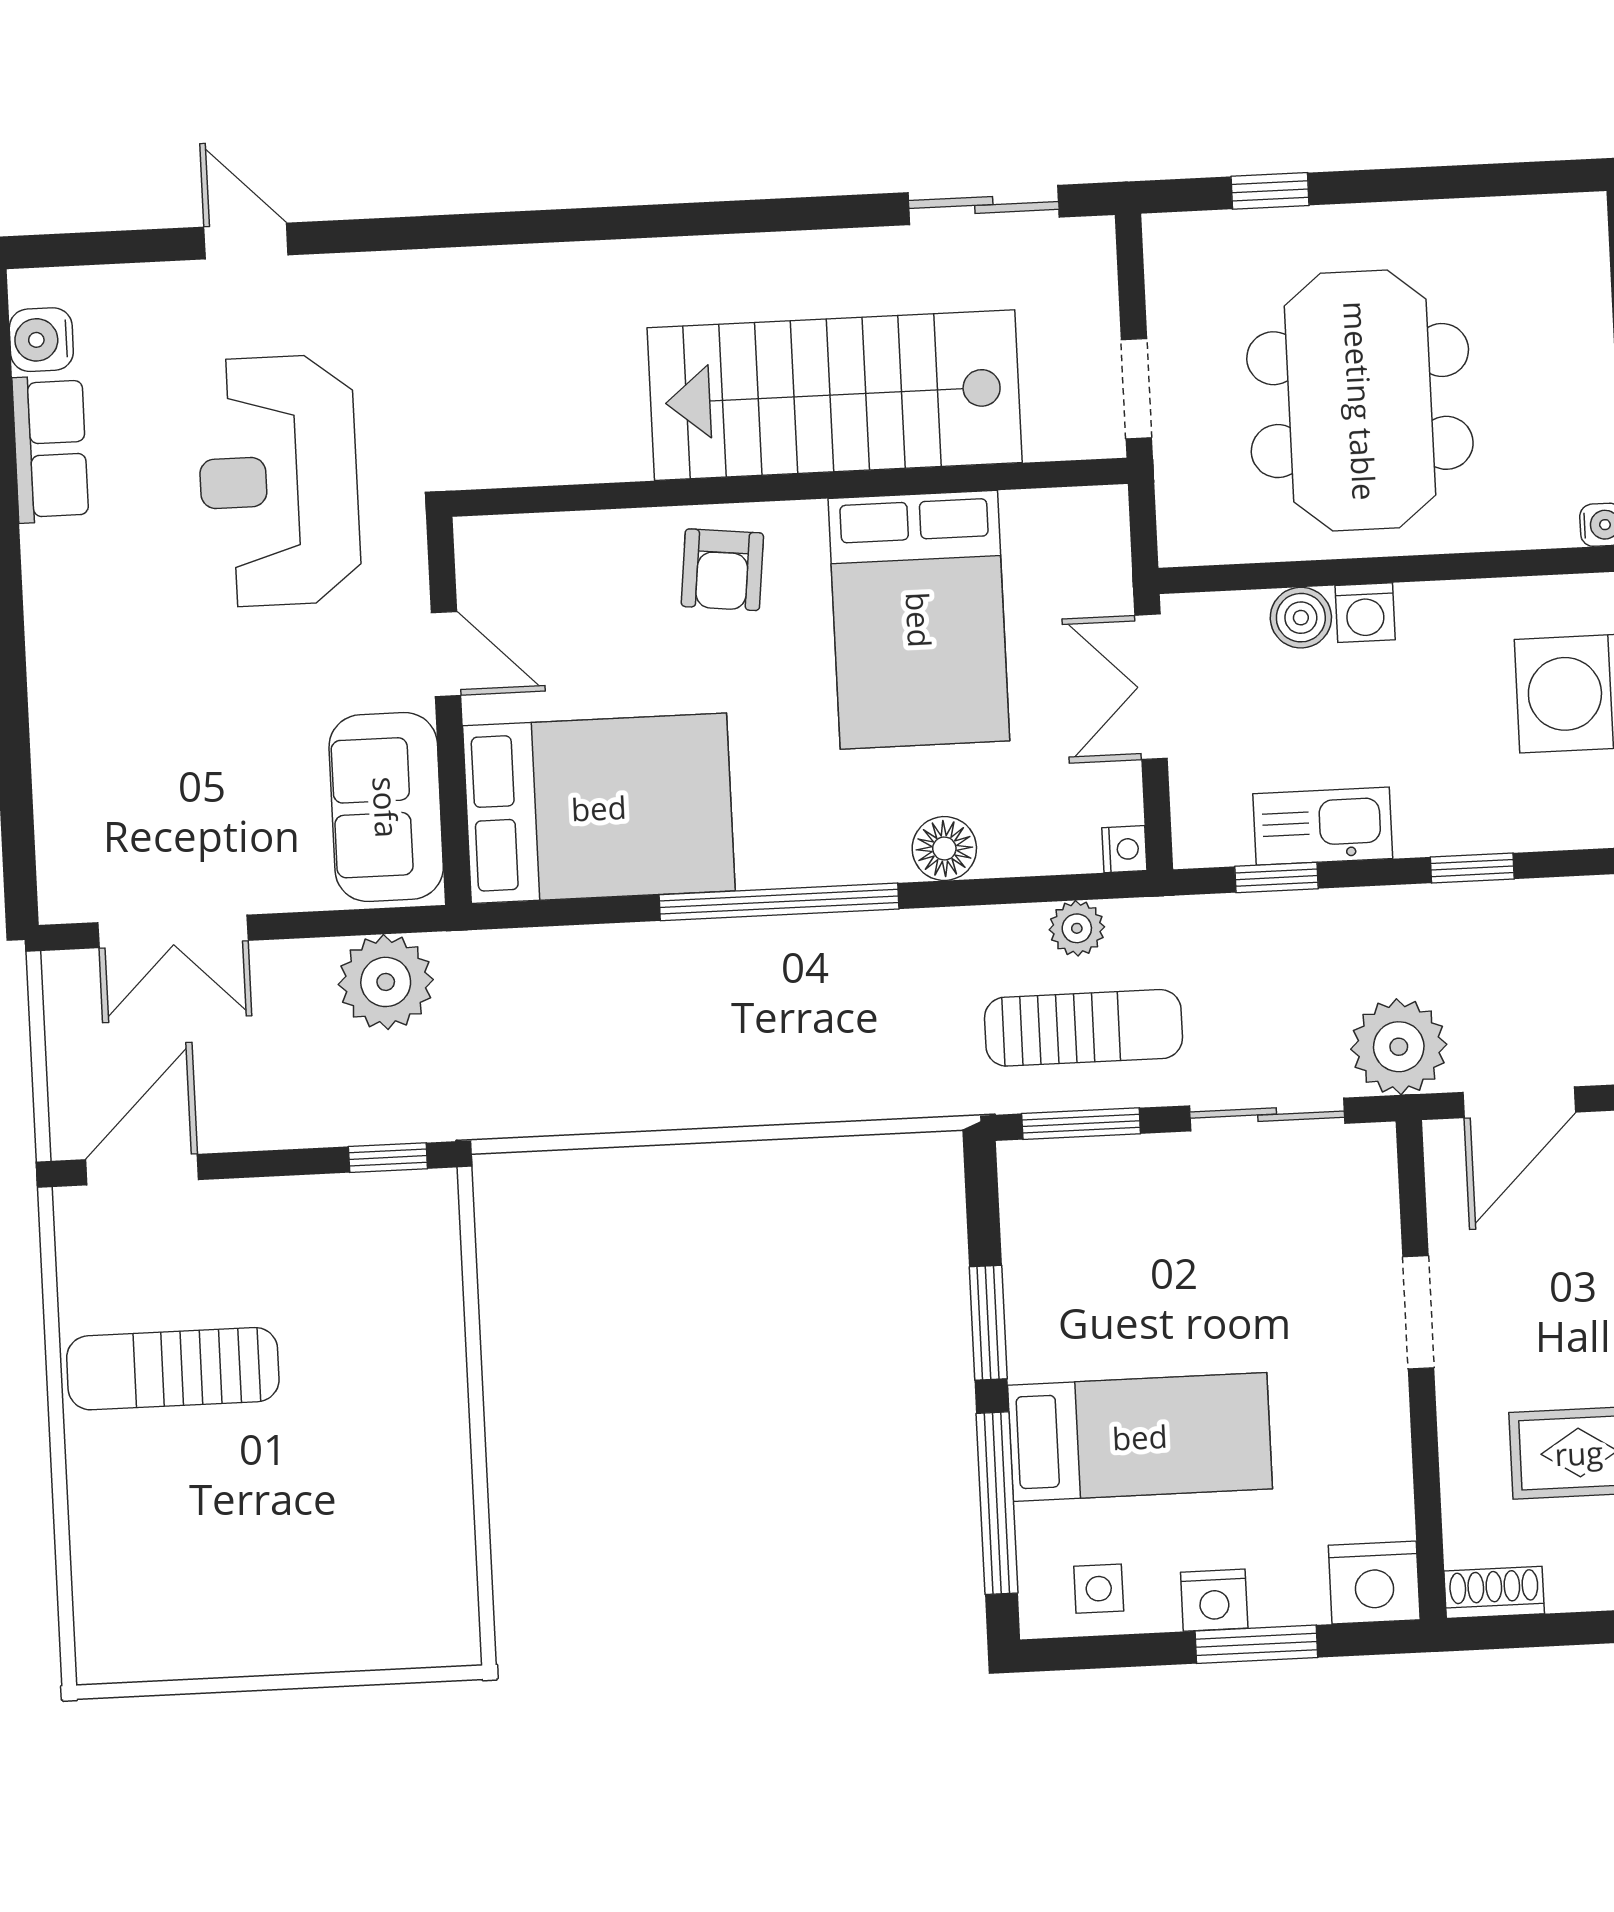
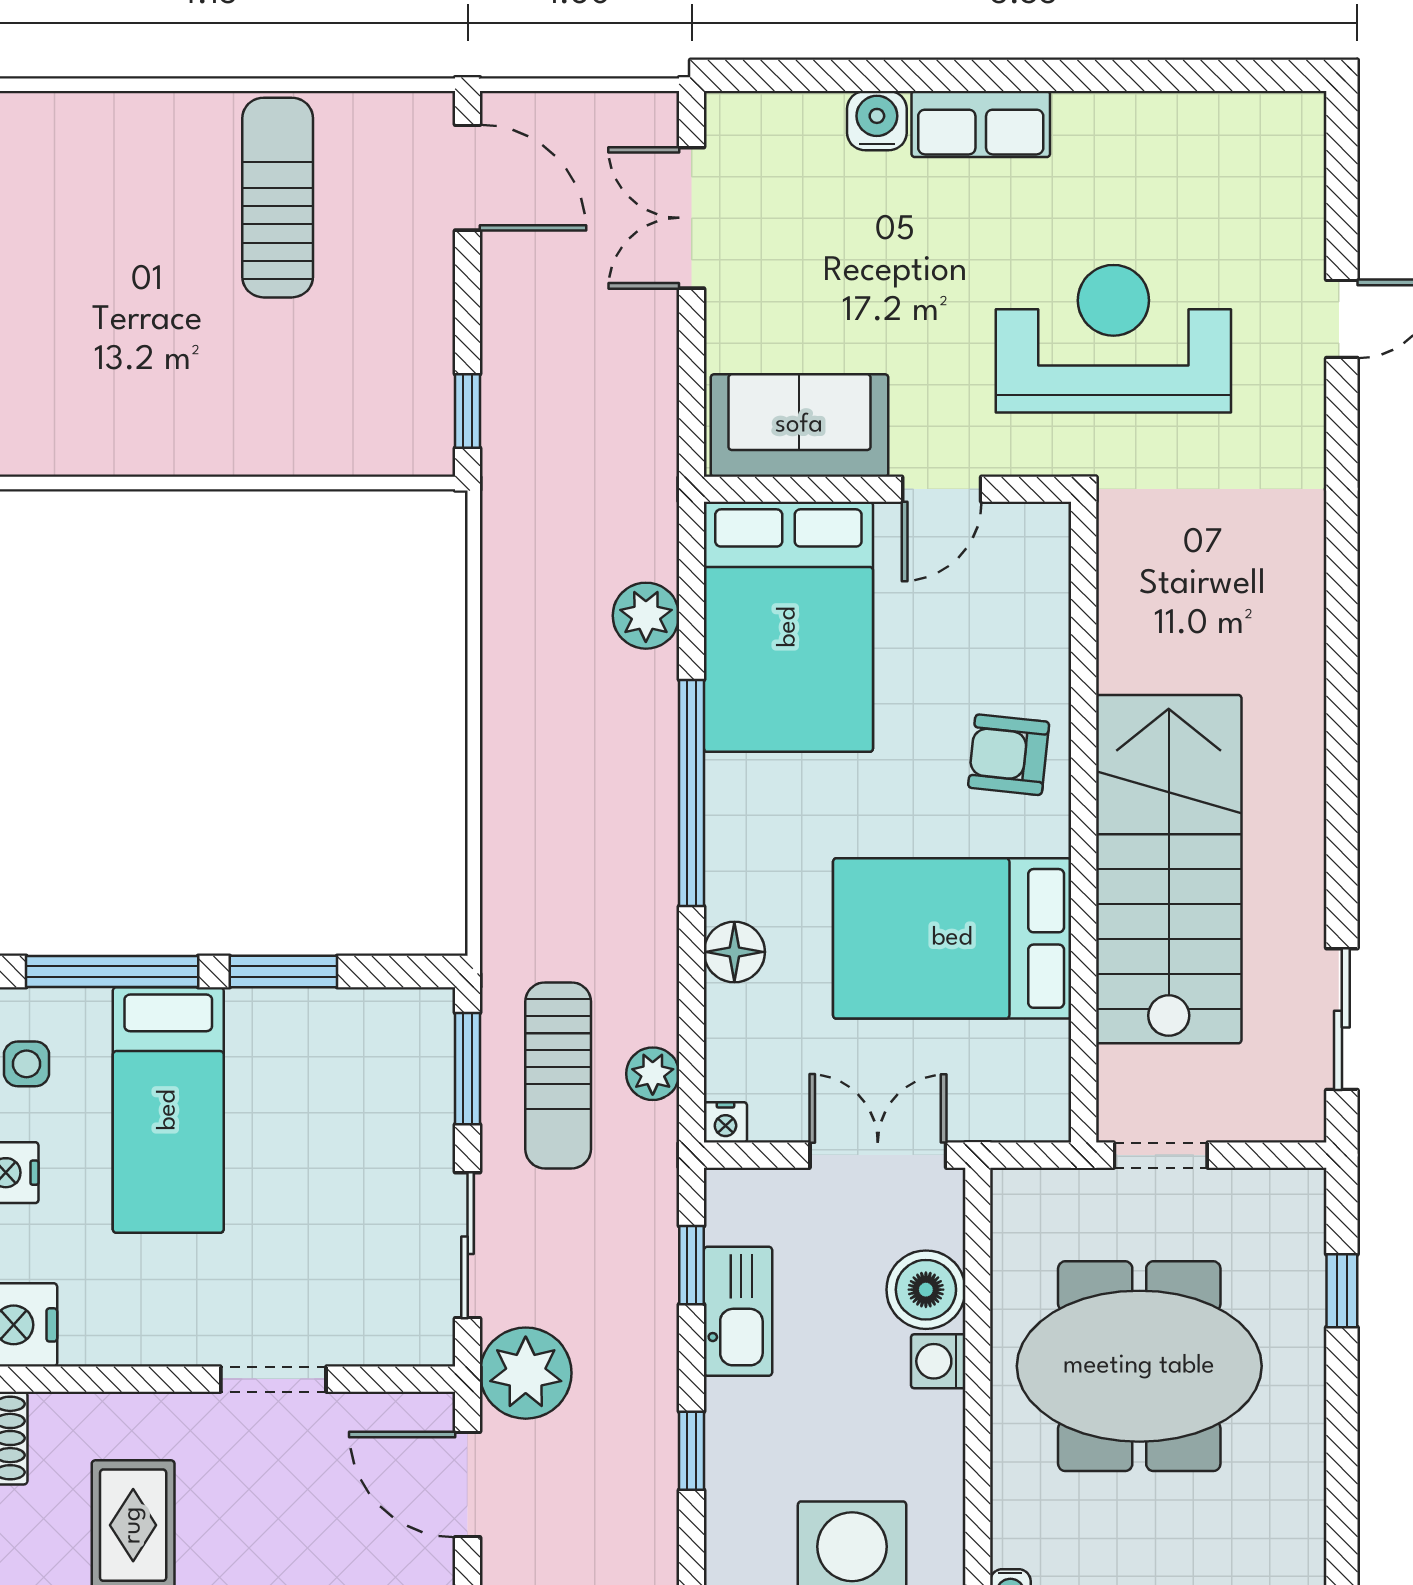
water cooler: (41, 340) -> (877, 121), moved
row of seats: (50, 449) -> (981, 124), moved
boiler: (1301, 618) -> (926, 1290), width x1.36, depth x1.36
plant: (386, 982) -> (646, 616), moved, width x0.73, depth x0.73

